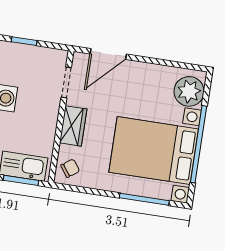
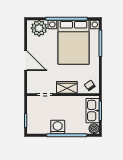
door: (108, 54) -> (26, 61), moved

